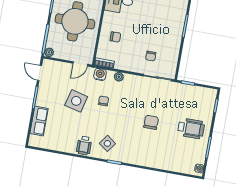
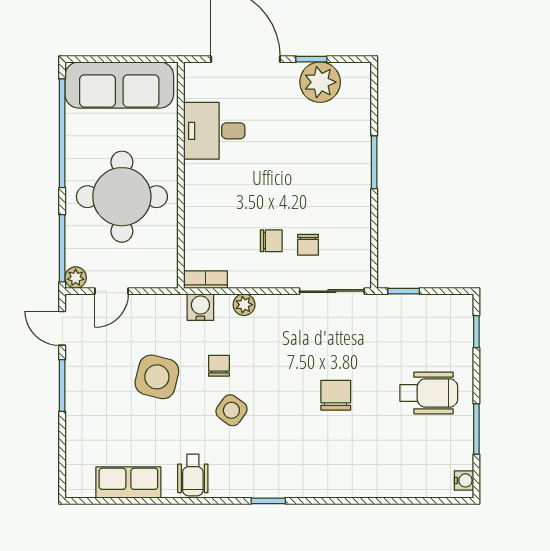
chair: (115, 37) -> (271, 241), moved
door: (80, 64) -> (112, 291), moved
row of seats: (39, 121) -> (128, 483), moved, turned -90
side table: (107, 143) -> (231, 410), moved

